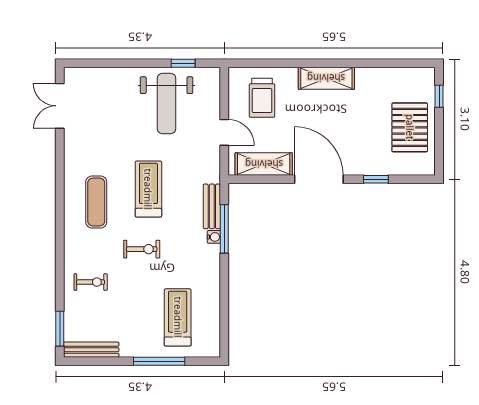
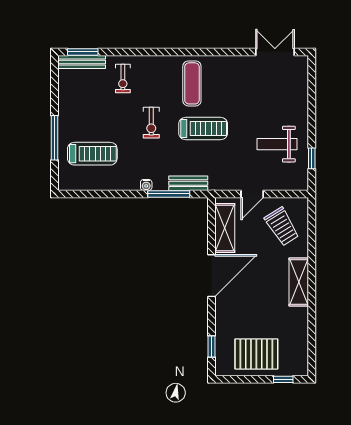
trolley: (262, 98) -> (282, 226), turned -122
weight bench: (167, 103) -> (277, 144), width x0.73, depth x0.75
window: (376, 179) -> (212, 347), moved
exercise mat: (96, 202) -> (192, 83), turned 90
water cooler: (214, 237) -> (146, 185), moved
bench: (91, 350) -> (82, 62), moved, turned 90

